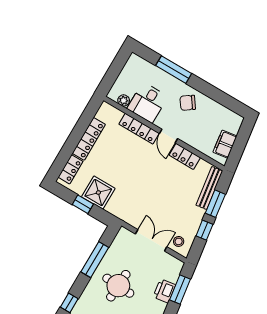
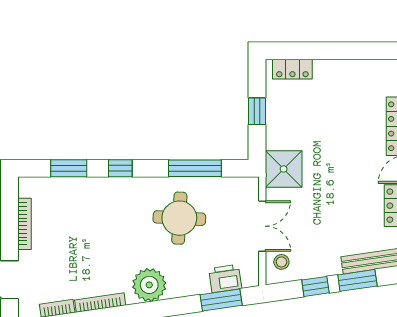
locker: (89, 139) -> (345, 70), removed
shower: (98, 193) -> (284, 169), moved
printer: (164, 291) -> (225, 278), moved

